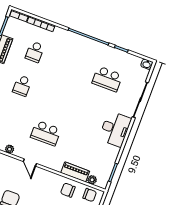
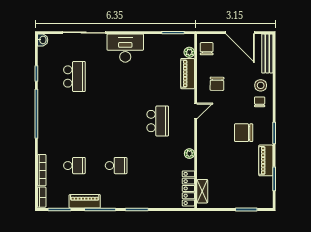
door: (30, 162) -> (196, 111), moved
chair: (68, 190) -> (217, 84), moved

